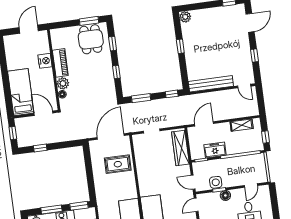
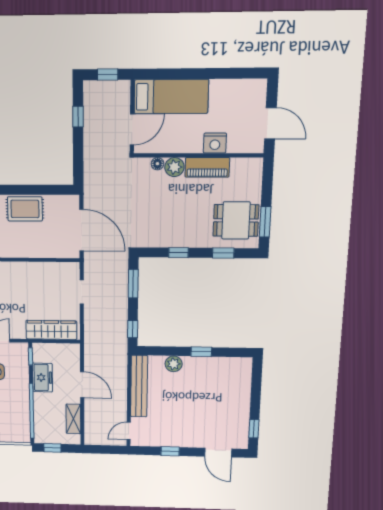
plant: (185, 17) -> (174, 364), moved
door: (204, 124) -> (82, 385), moved
rug: (118, 164) -> (25, 209), moved, turned 90

